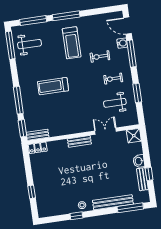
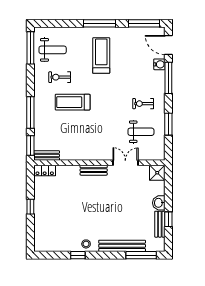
window: (33, 21) -> (144, 23), moved
treadmill: (72, 43) -> (101, 55), turned 180
exercise bike: (100, 56) -> (60, 77), moved
weight bench: (115, 103) -> (141, 132), turned 180
window: (32, 192) -> (30, 207), moved

